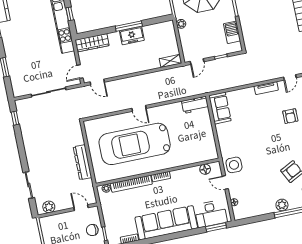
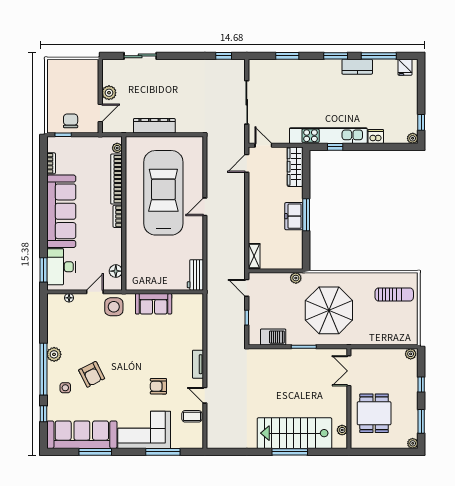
sofa: (220, 108) -> (154, 304), moved
plant: (49, 207) -> (109, 93), moved

